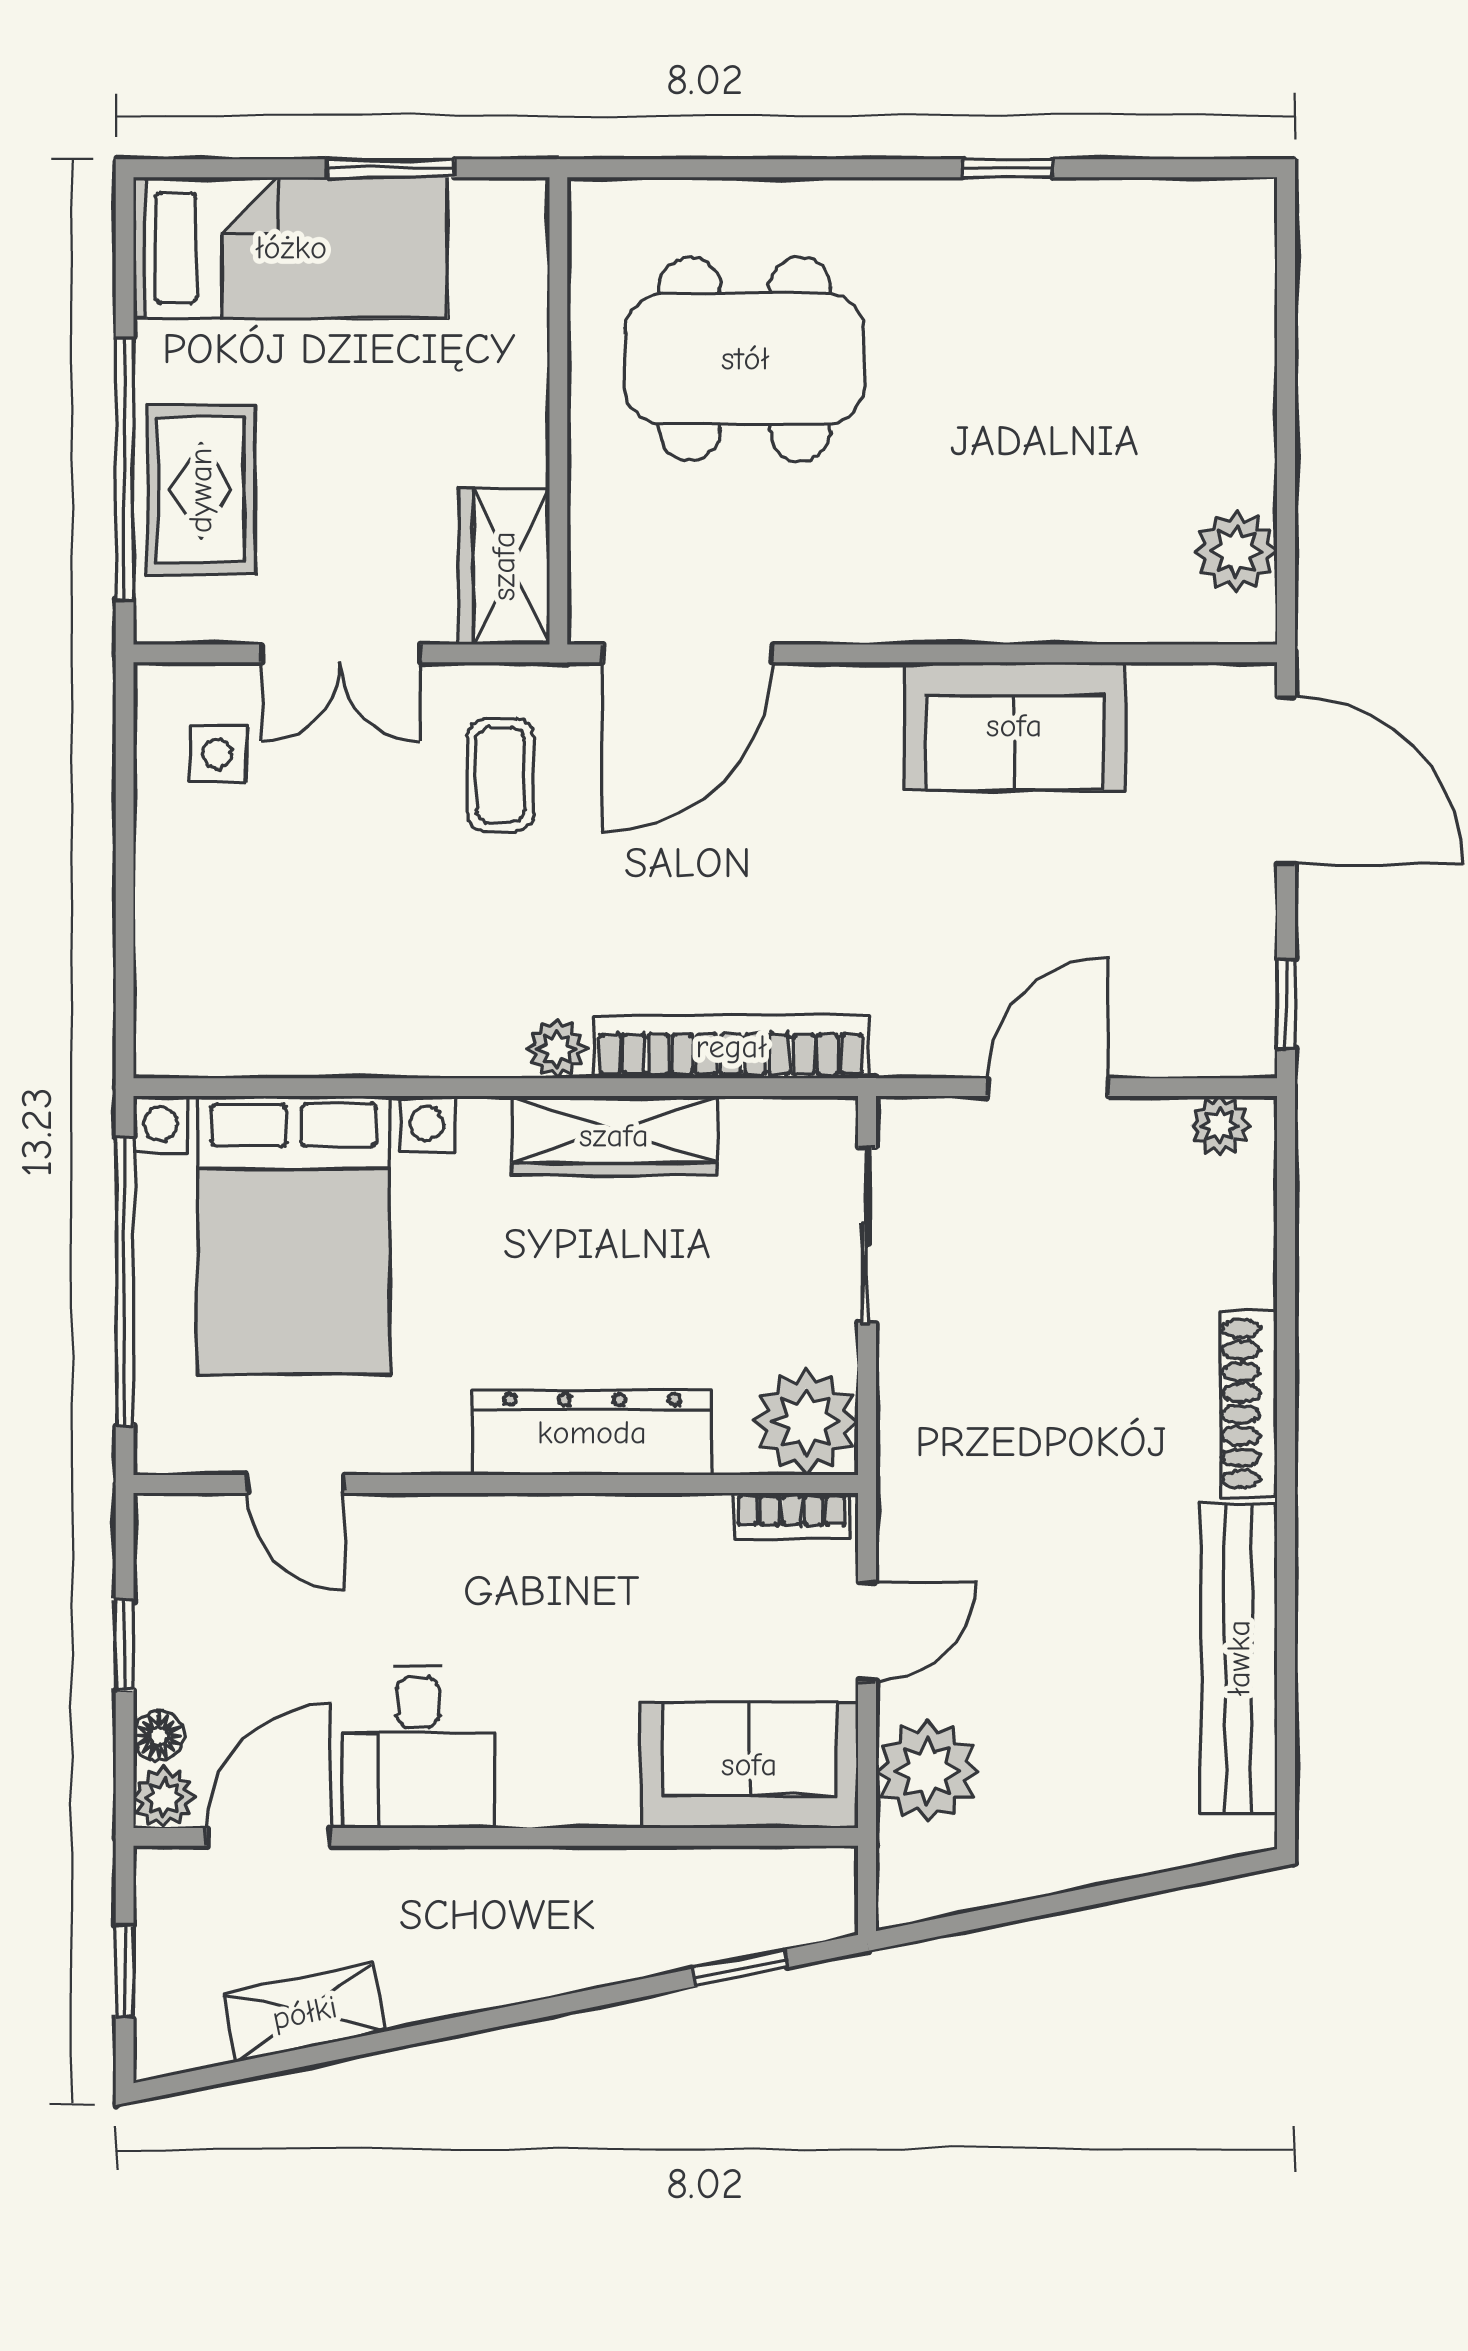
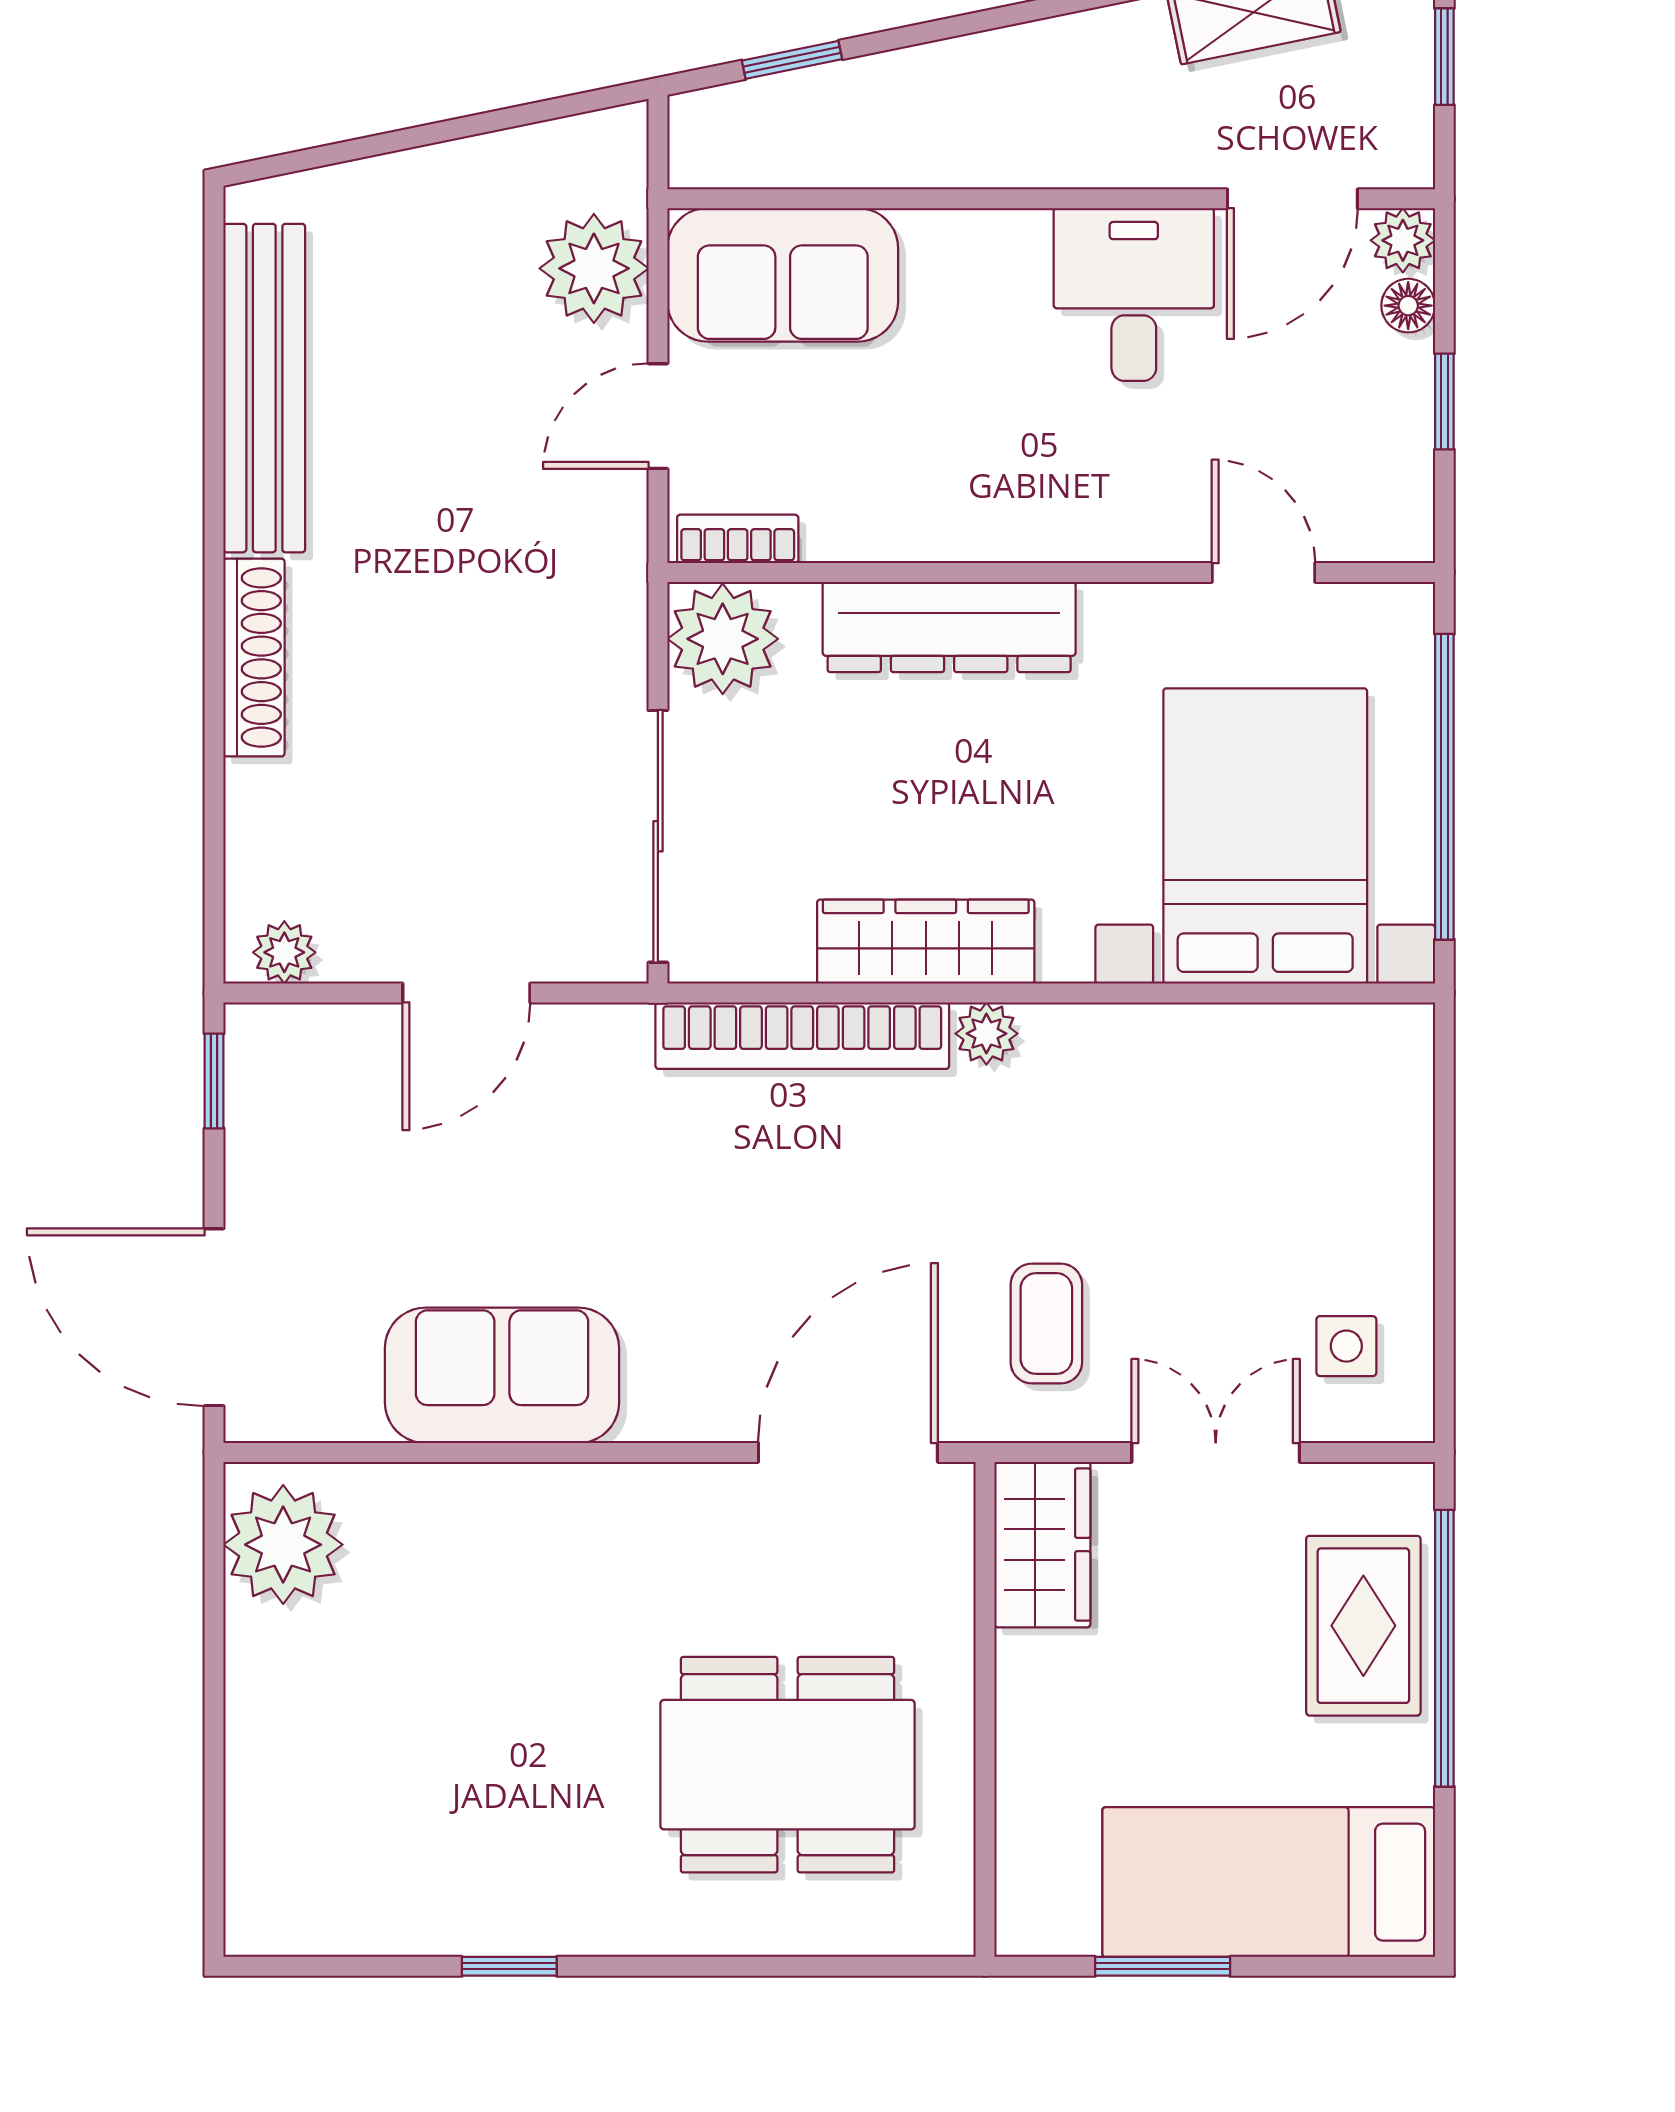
plant: (1236, 551) -> (283, 1545), width x1.36, depth x1.36
sliding door: (867, 1235) -> (658, 836), width x1.37

